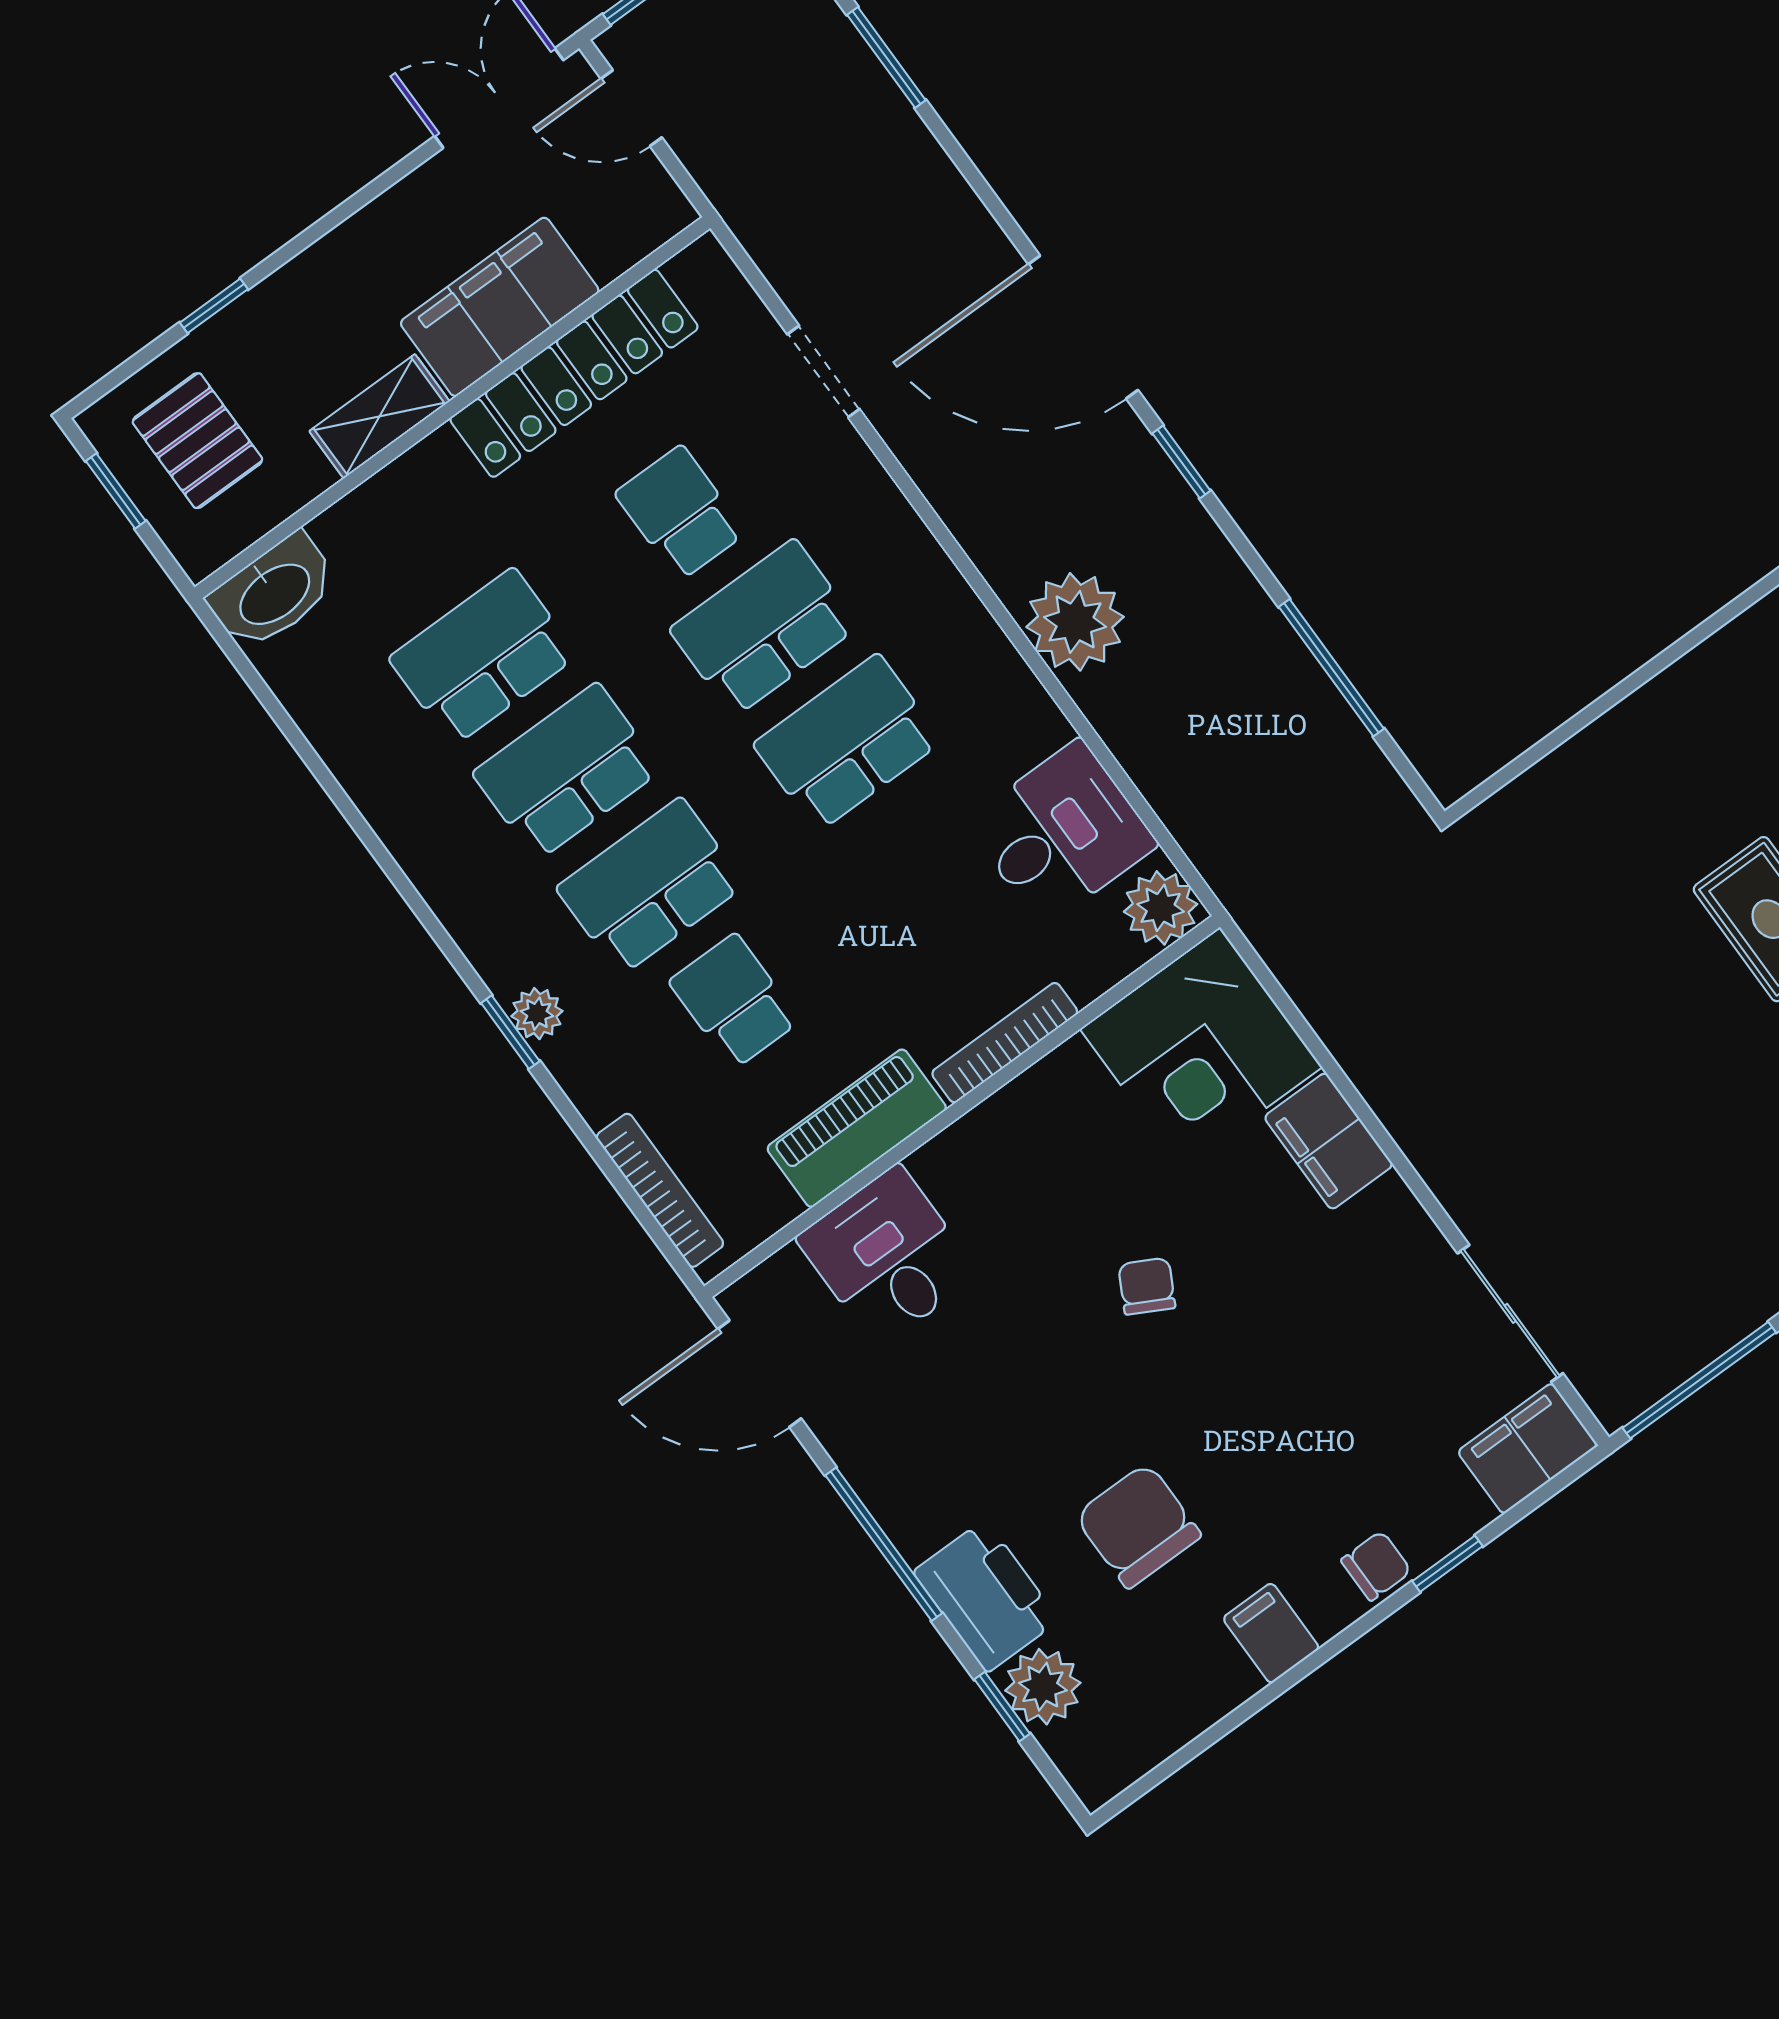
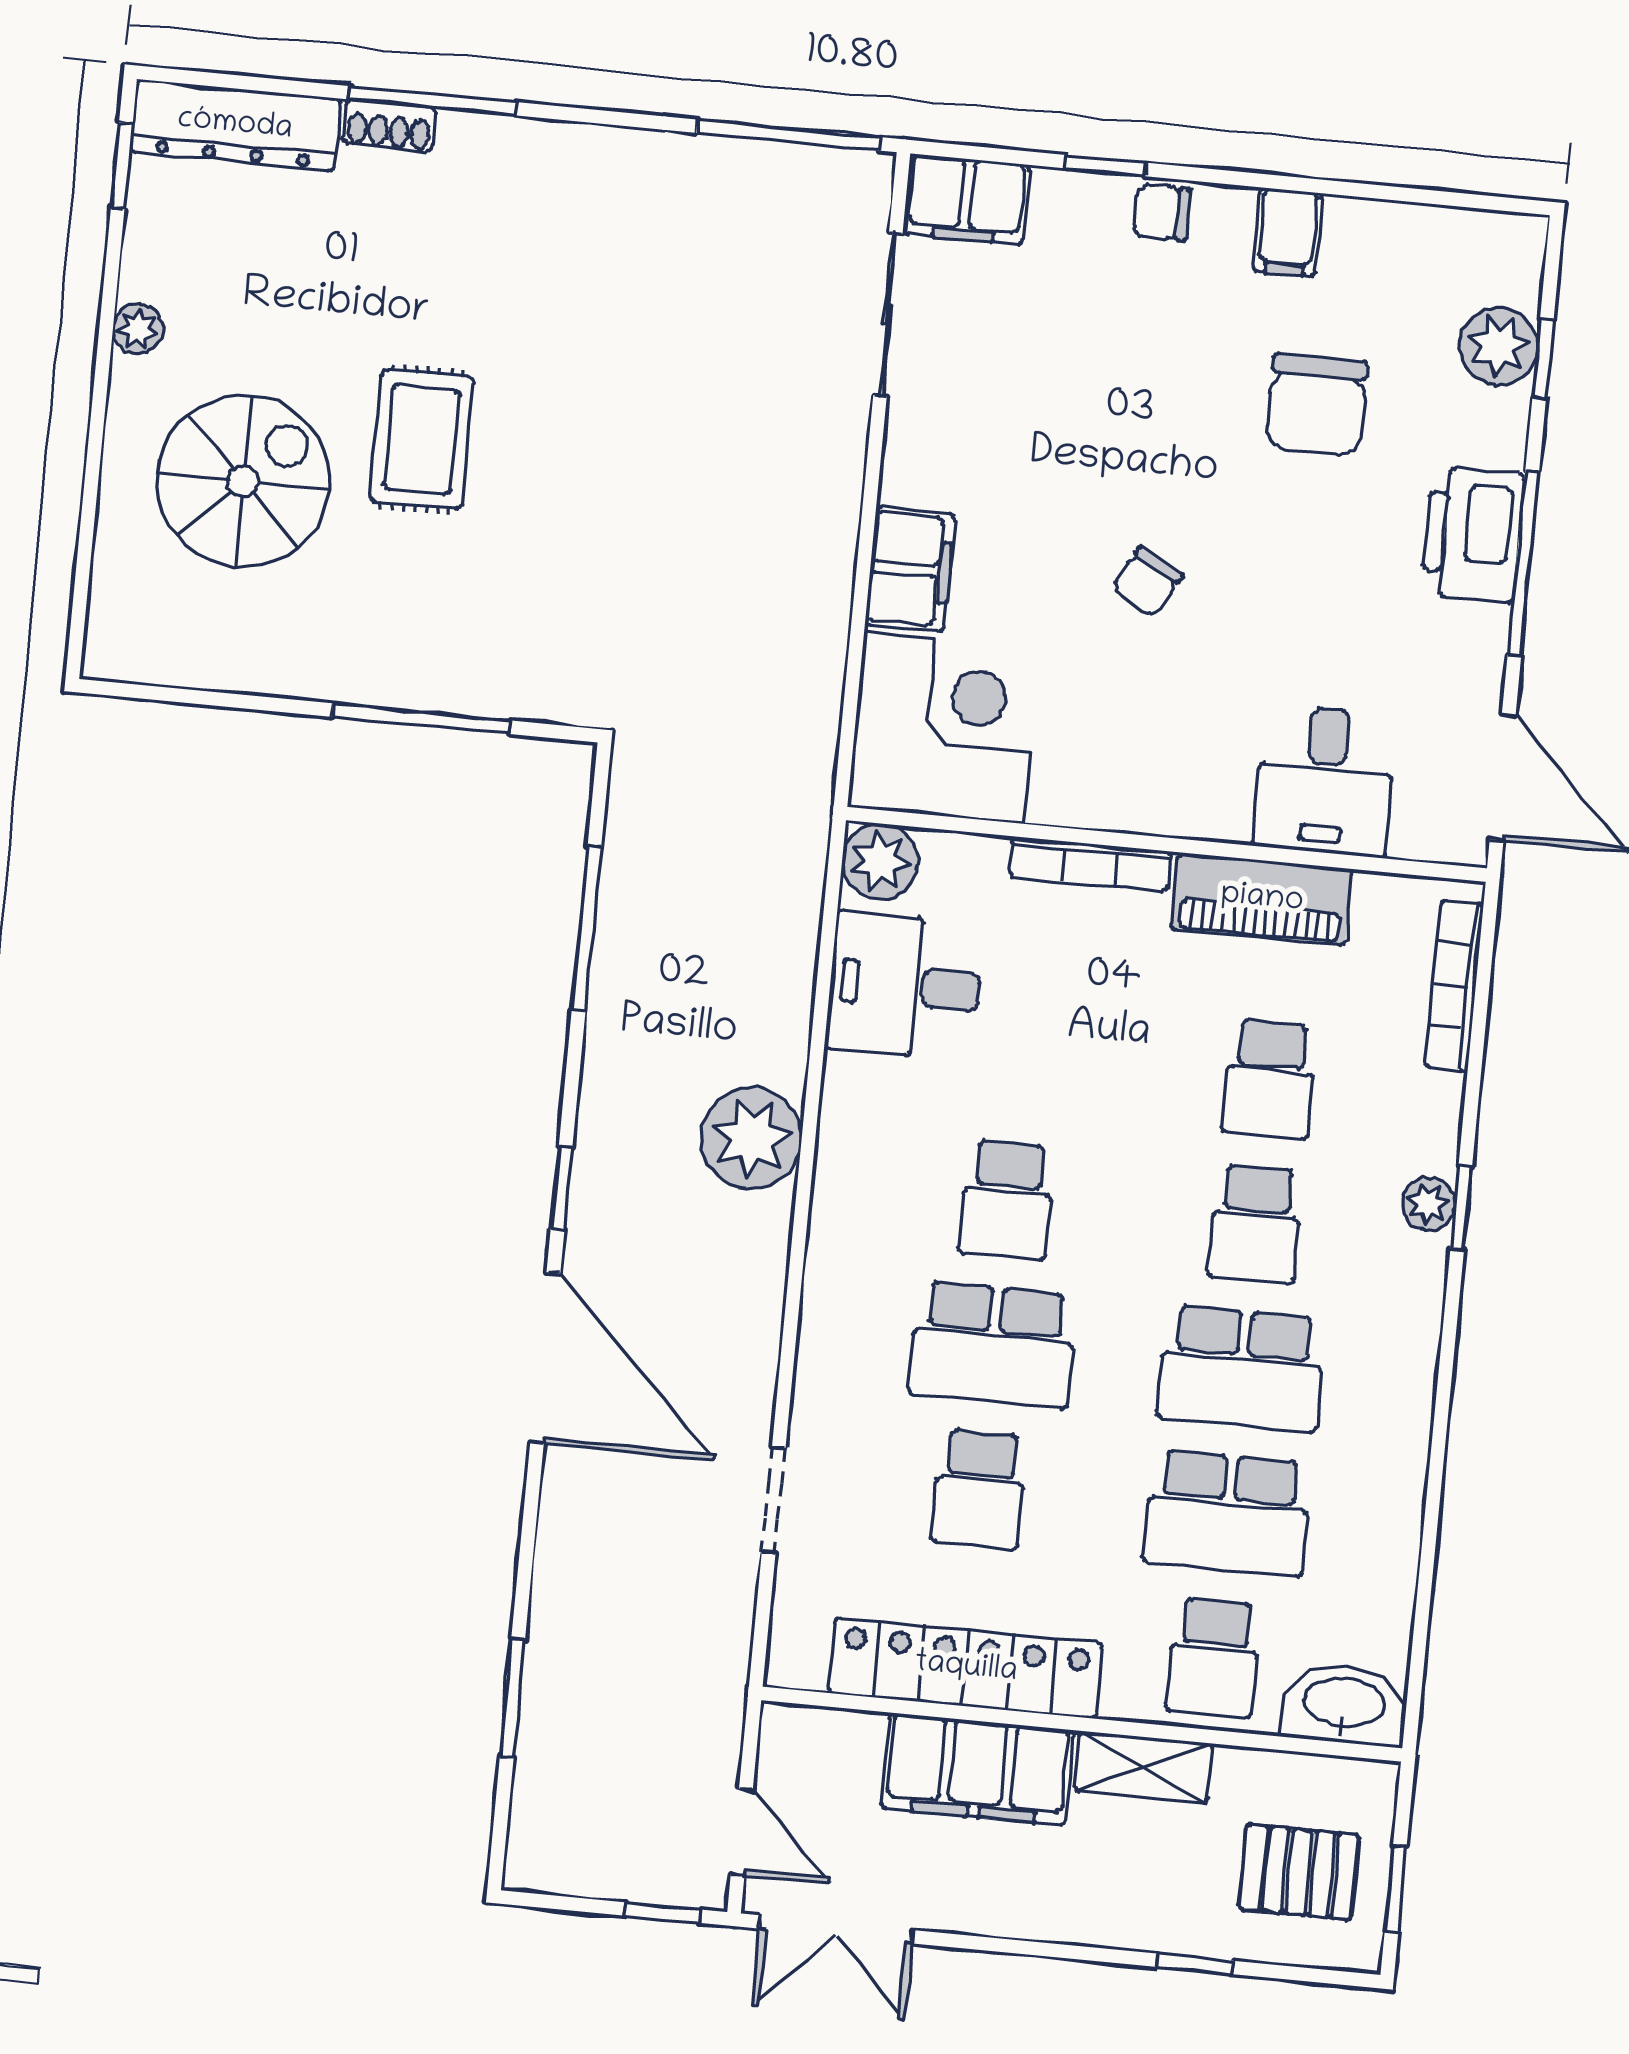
pallet: (197, 441) -> (1299, 1872), turned 90
school desk: (399, 542) -> (1213, 1658), added
window: (1589, 714) -> (421, 719), added
school desk: (848, 743) -> (1007, 1200), width x0.54
school desk: (651, 886) -> (1255, 1224), width x0.54
printer: (986, 1596) -> (1472, 535), moved

